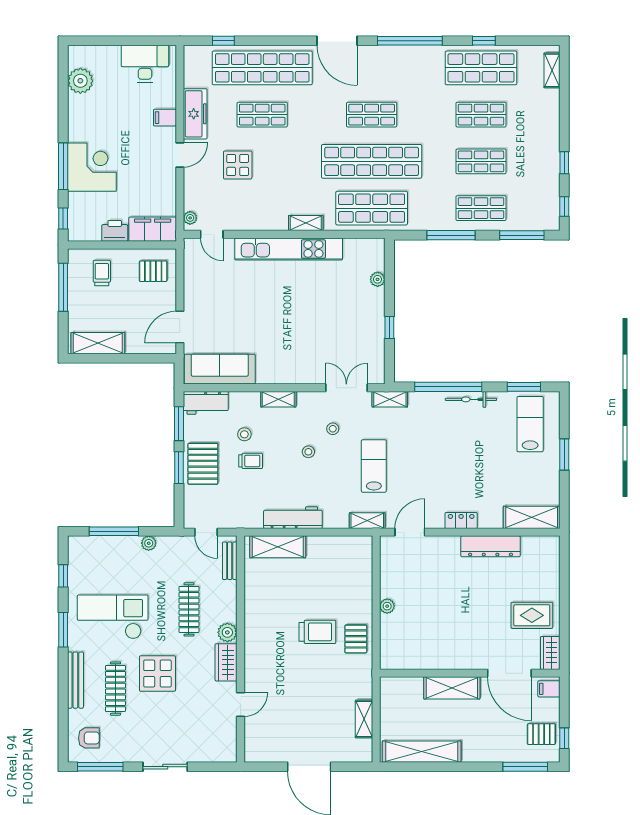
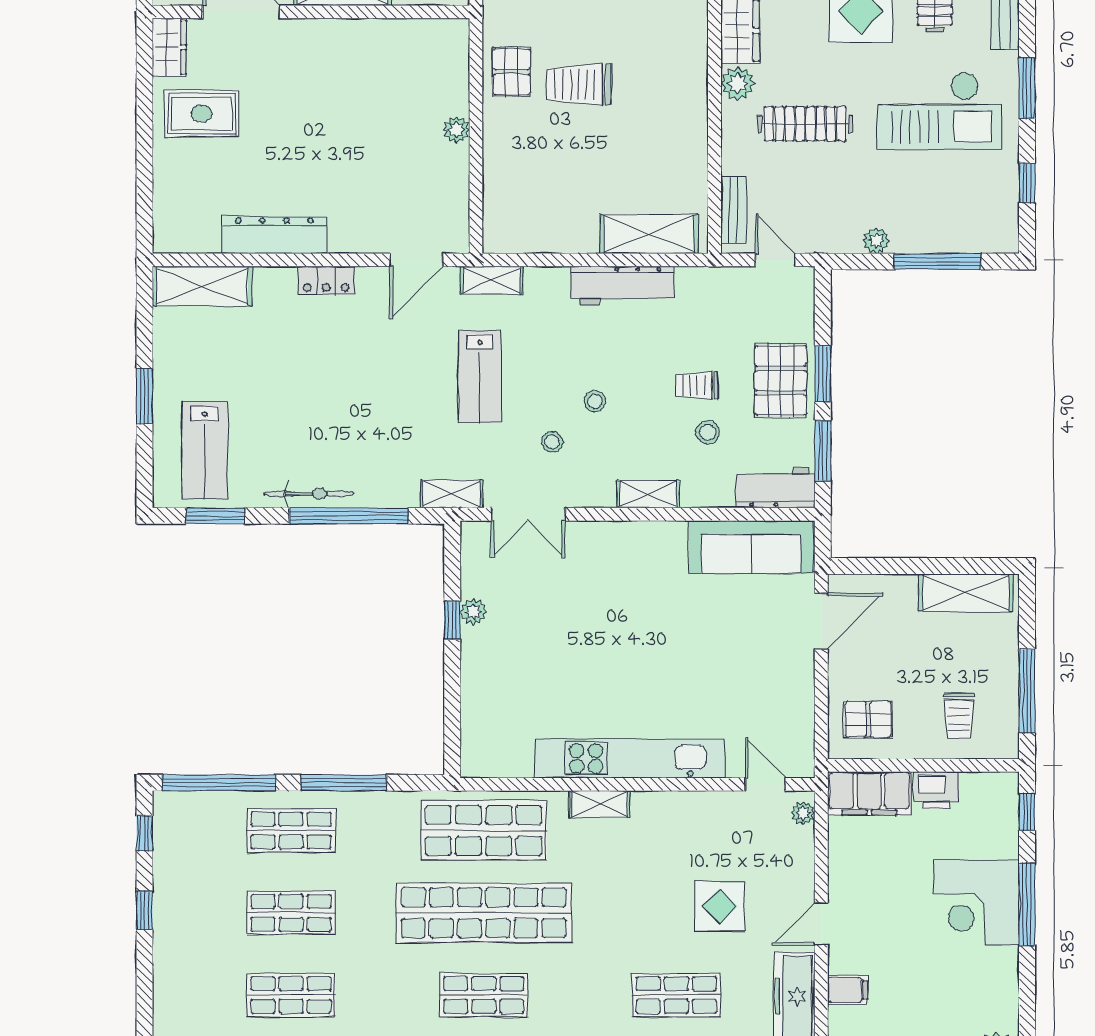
window: (522, 235) -> (219, 783), width x1.46
plant: (378, 279) -> (473, 612), moved
clothes rail: (189, 609) -> (805, 124), turned 90

